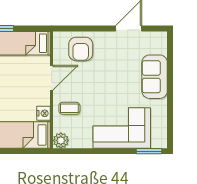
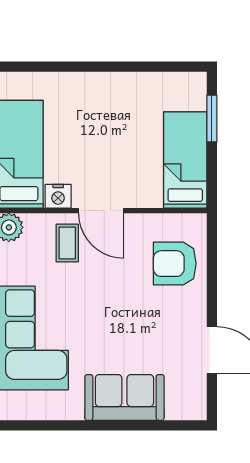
door: (52, 78) -> (101, 211), moved

